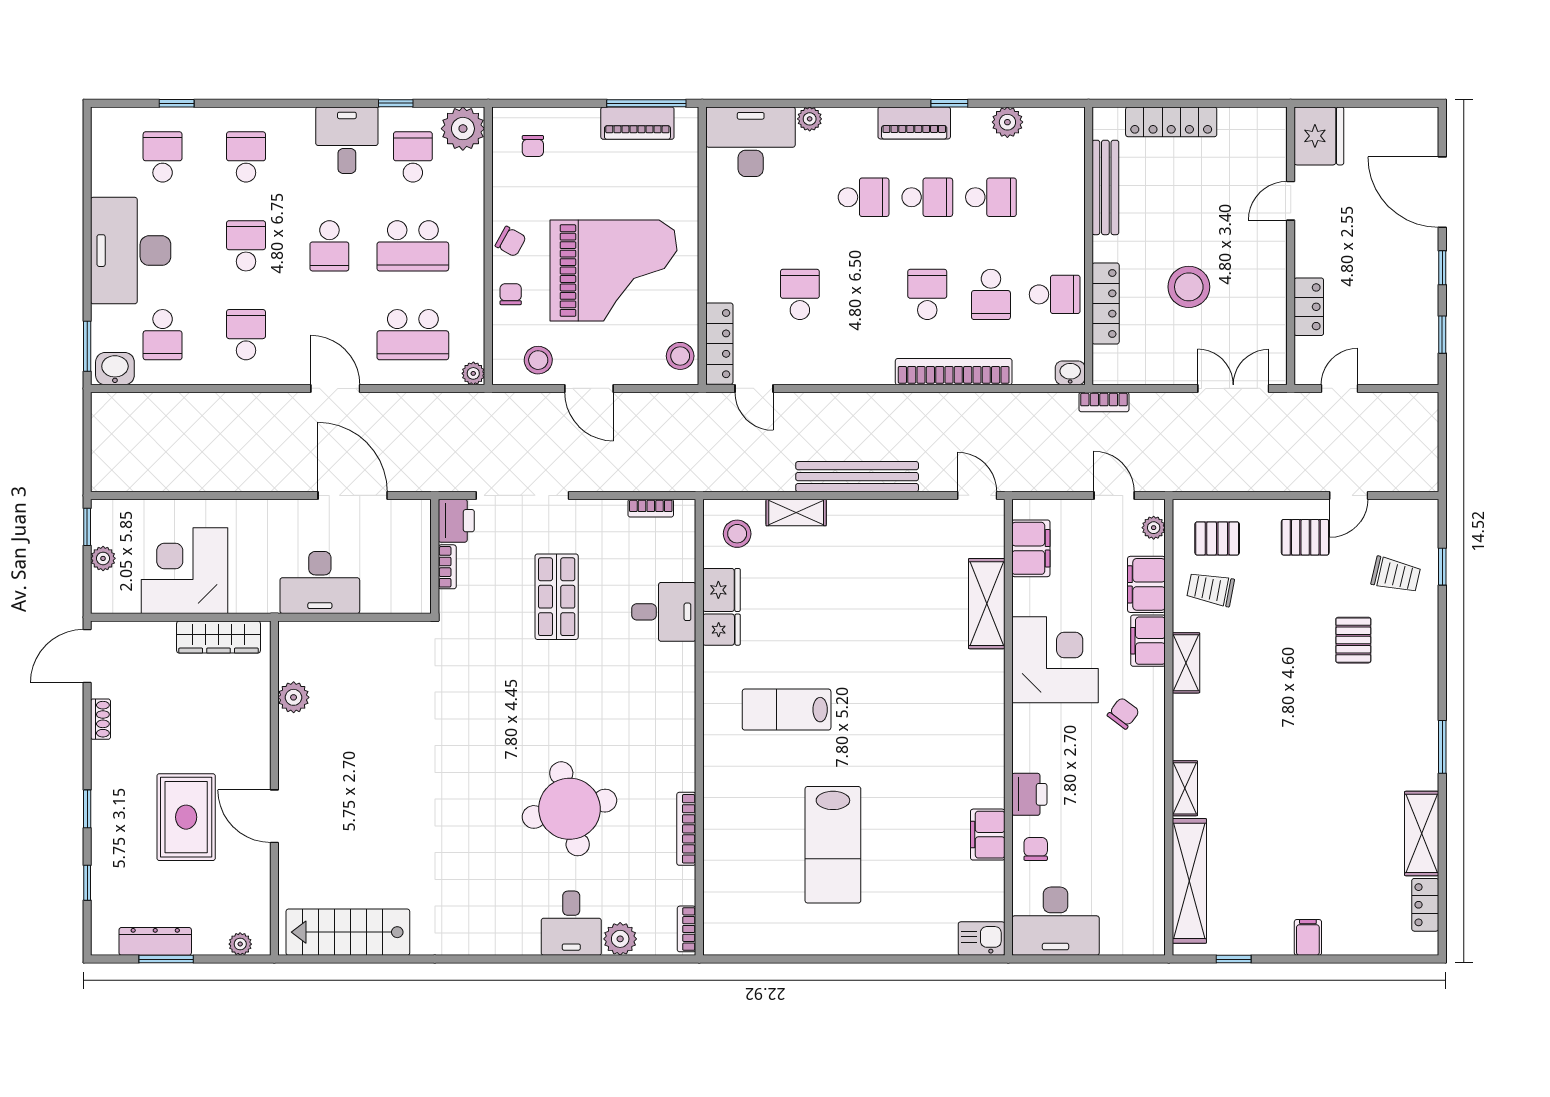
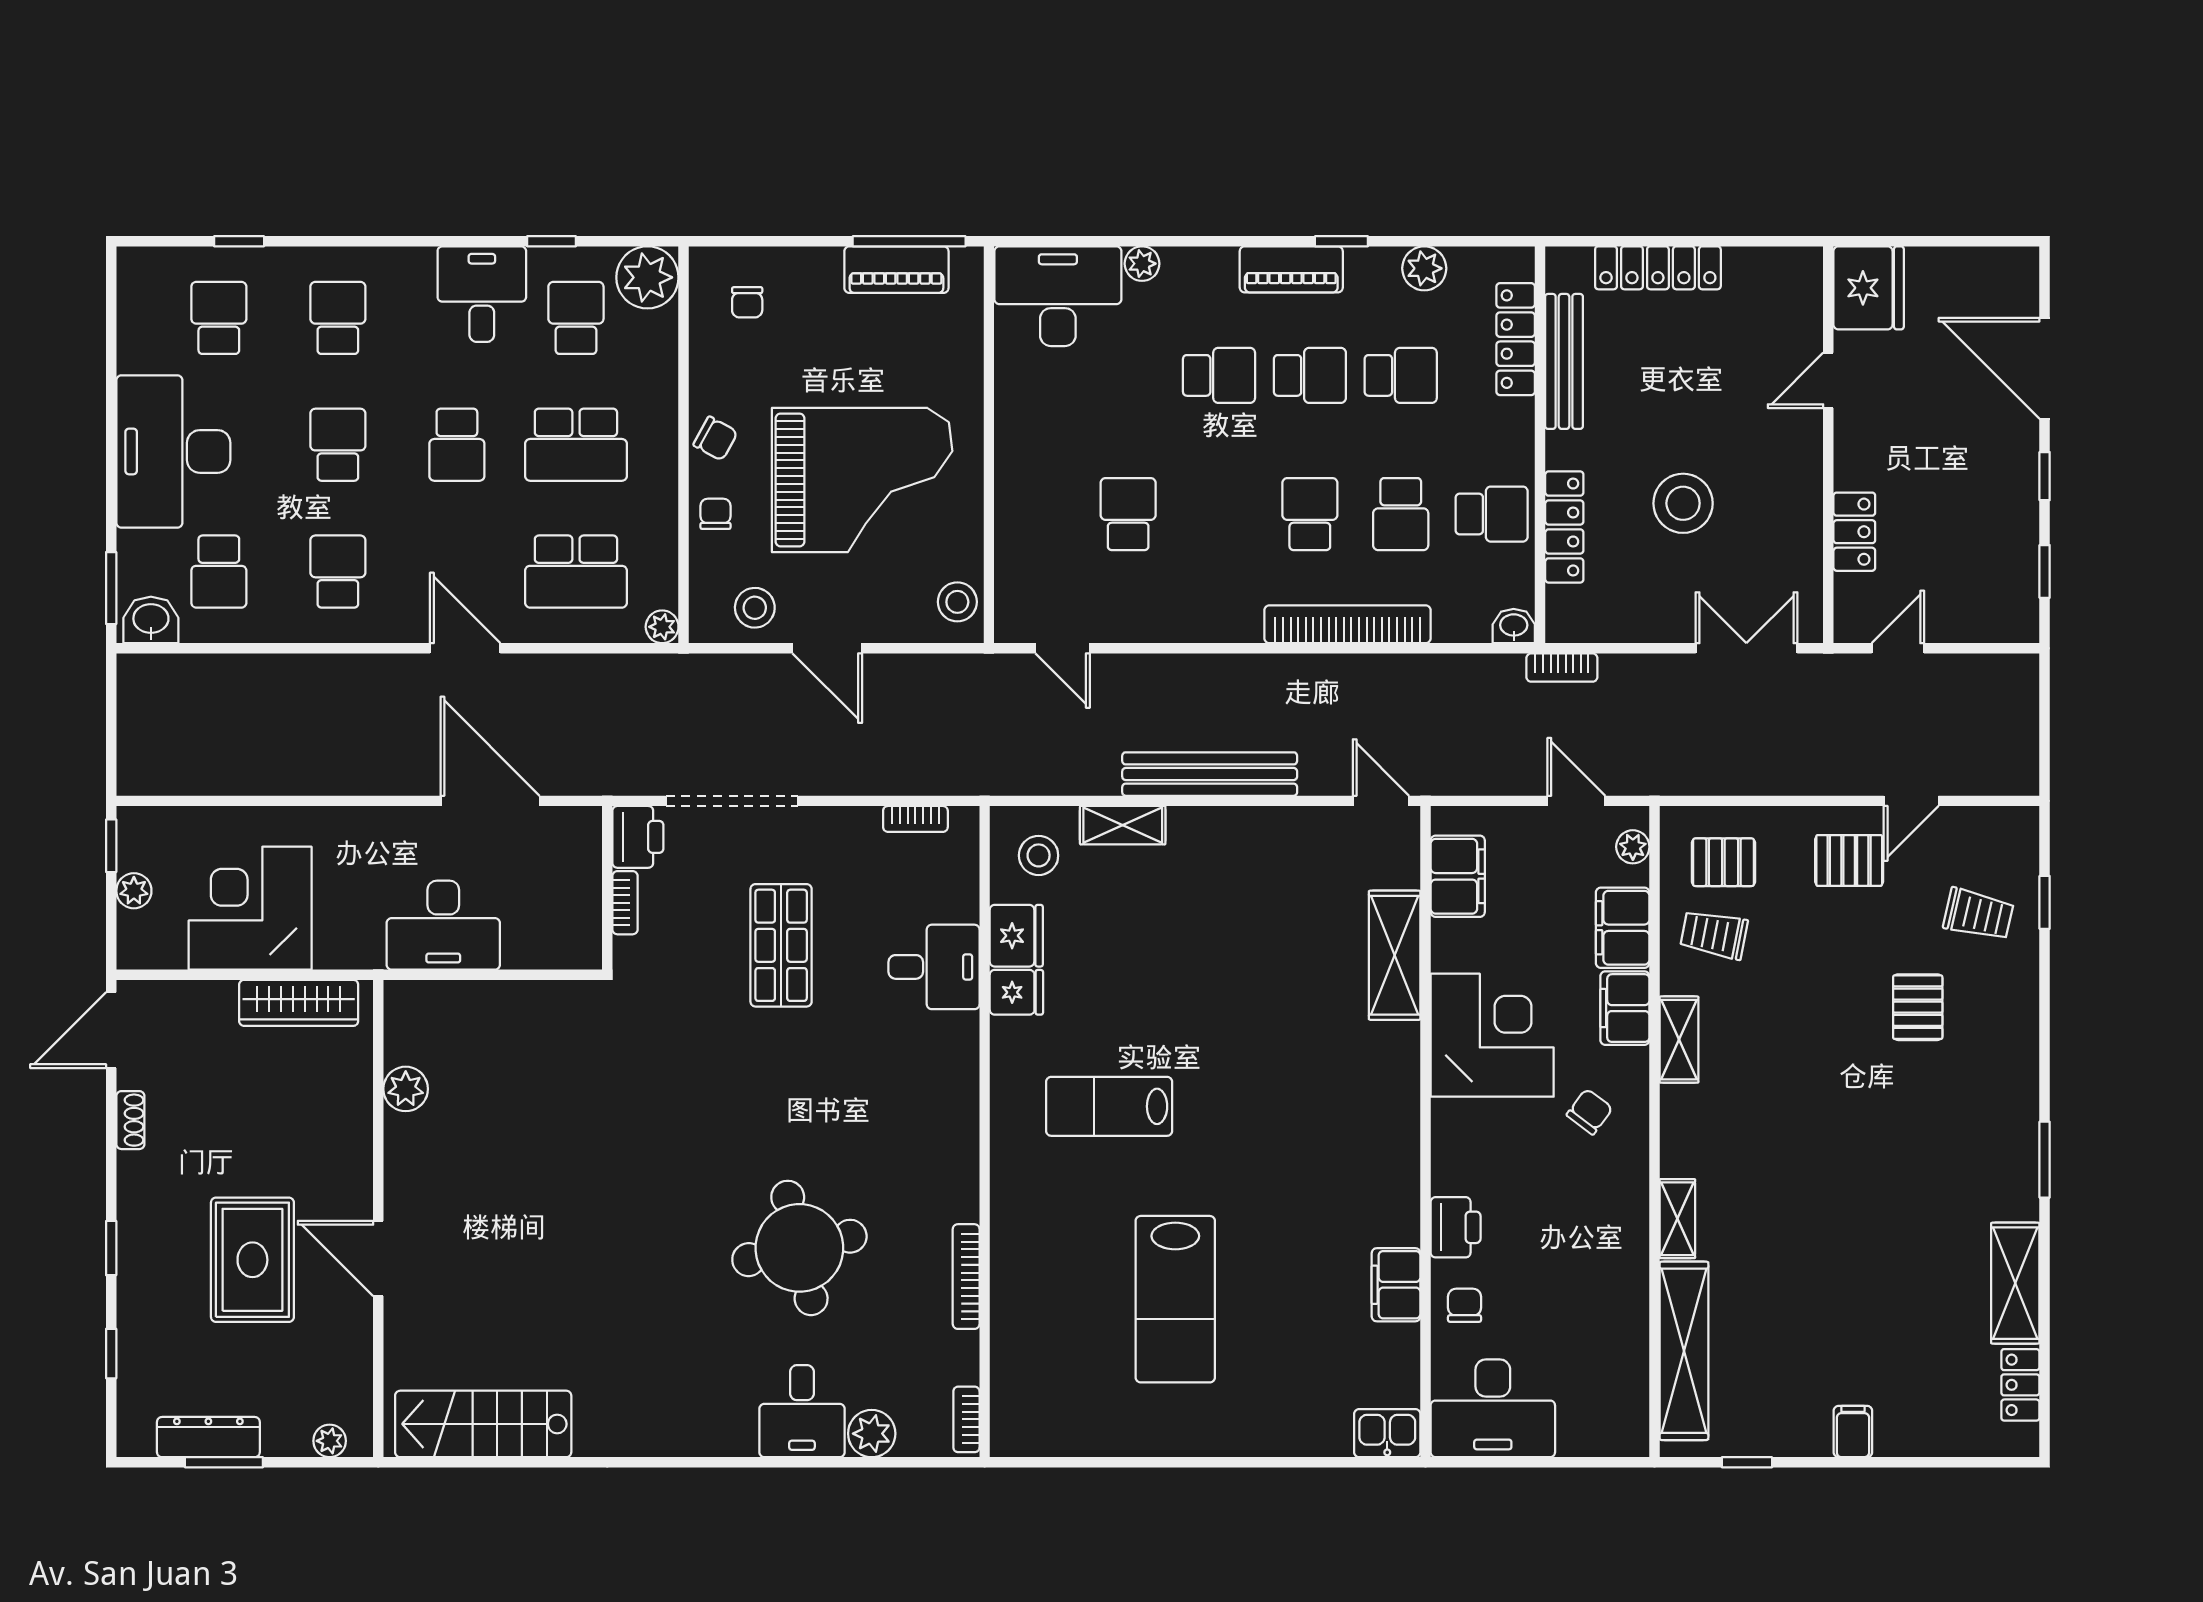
locker: (719, 344) -> (1516, 339), moved, turned 180

